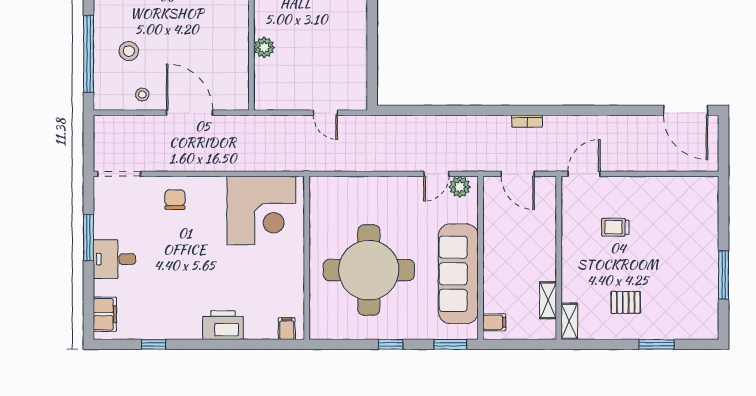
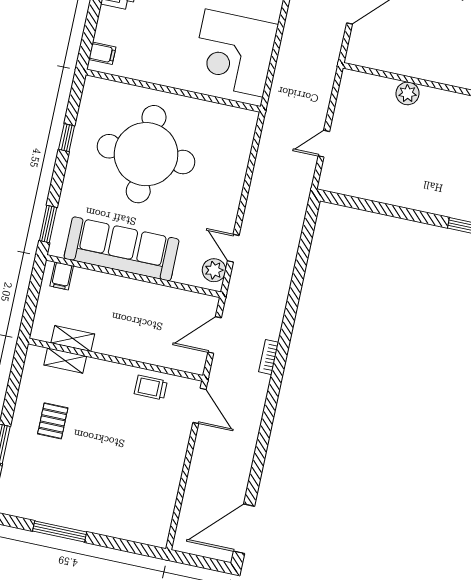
trolley: (615, 227) -> (151, 387), moved, turned -90
shelving: (569, 321) -> (65, 361), moved
window: (391, 344) -> (67, 138), moved

